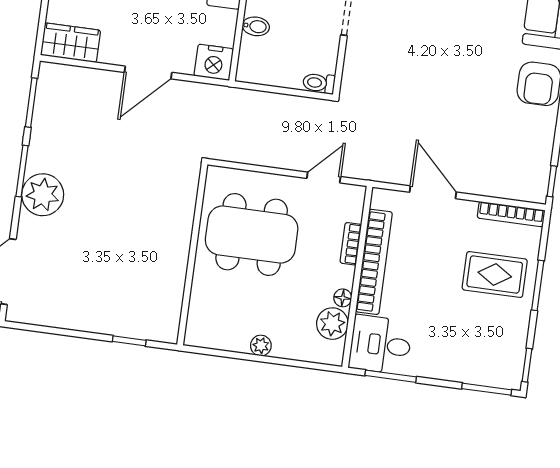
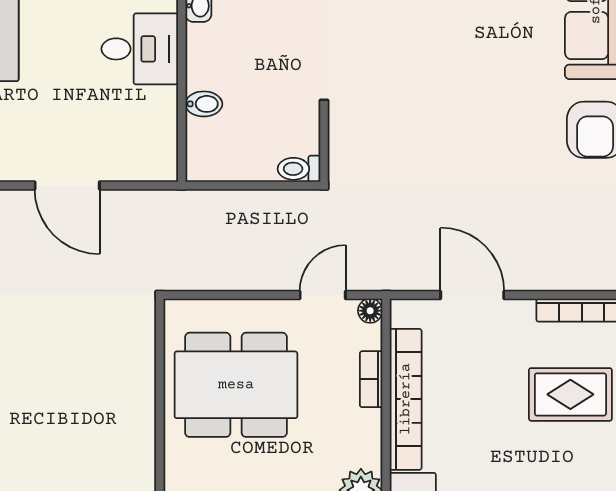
nightstand: (214, 62) -> (154, 160), removed
door: (148, 72) -> (67, 186), hinge flipped
floor lamp: (343, 298) -> (370, 311), moved

